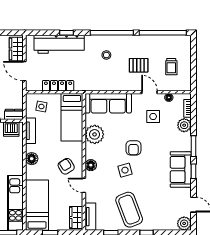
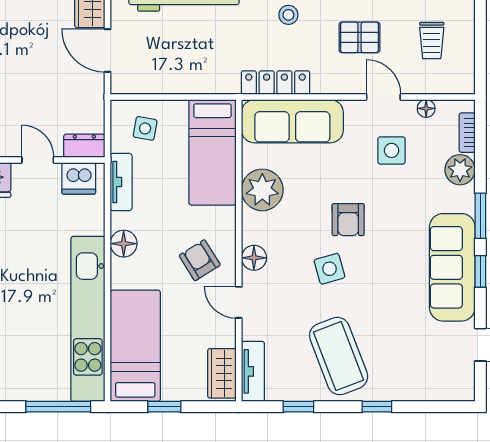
locker: (58, 86) -> (276, 83), moved
sofa: (181, 169) -> (452, 267), width x1.36
kitchen unit: (15, 203) -> (88, 319), width x1.36
plant: (184, 223) -> (460, 386), removed

